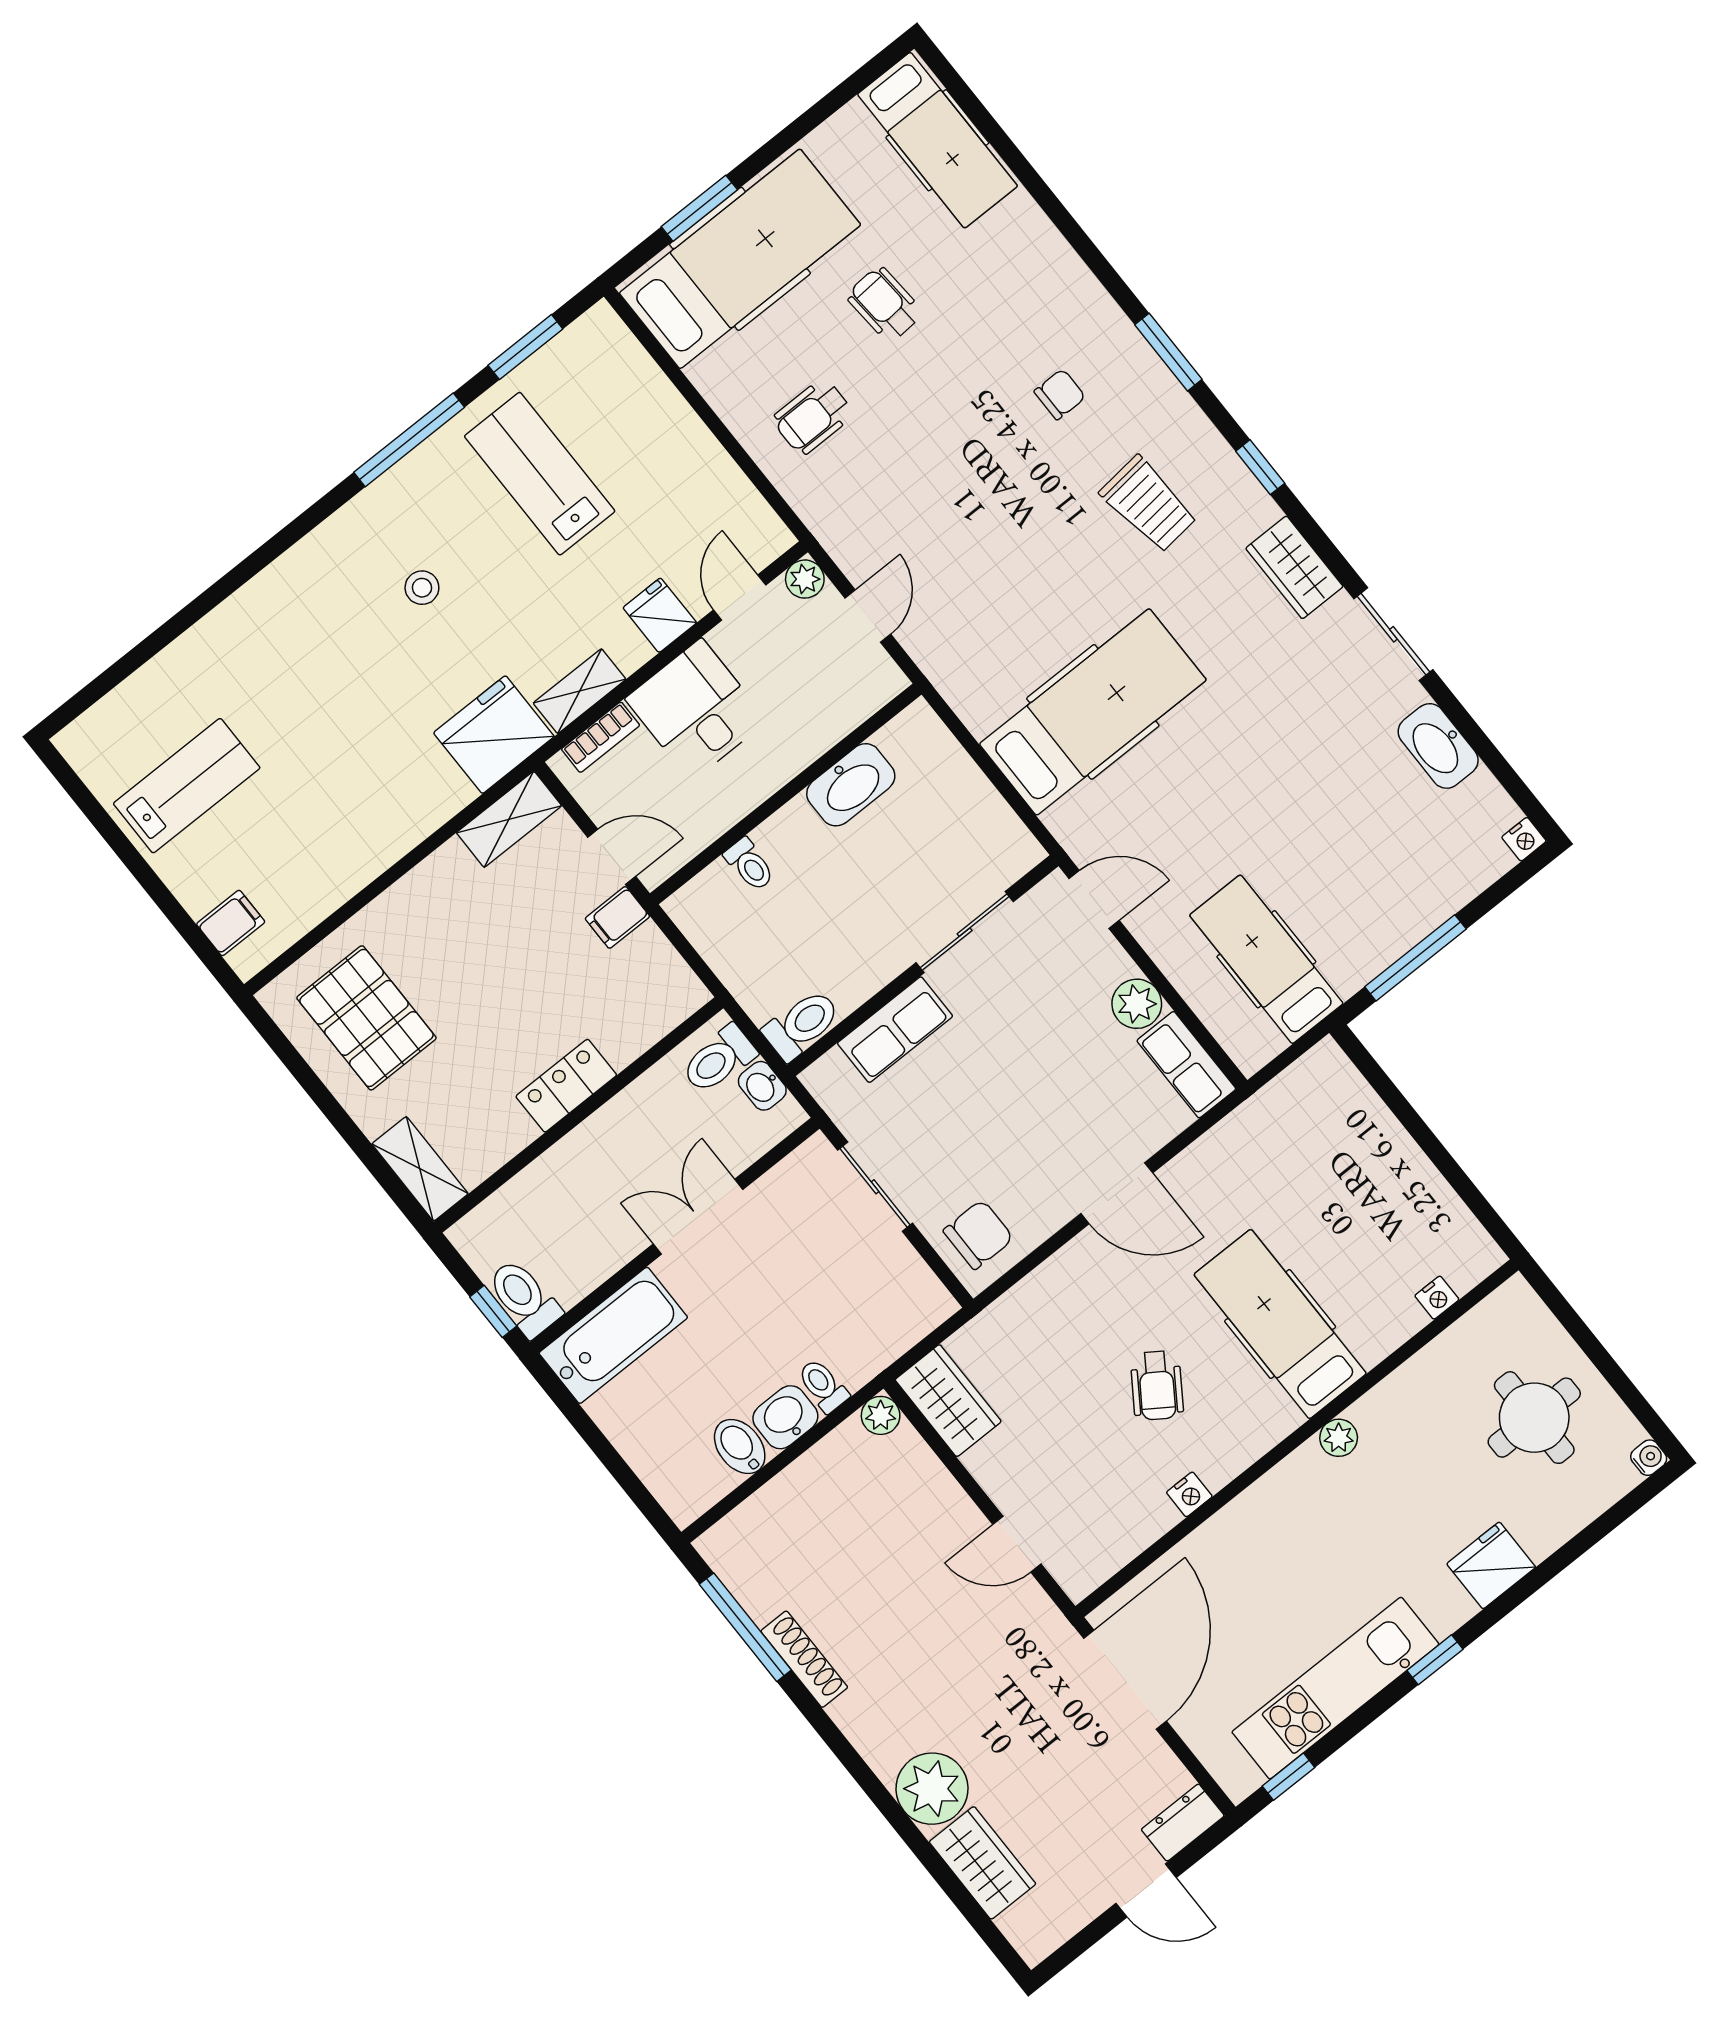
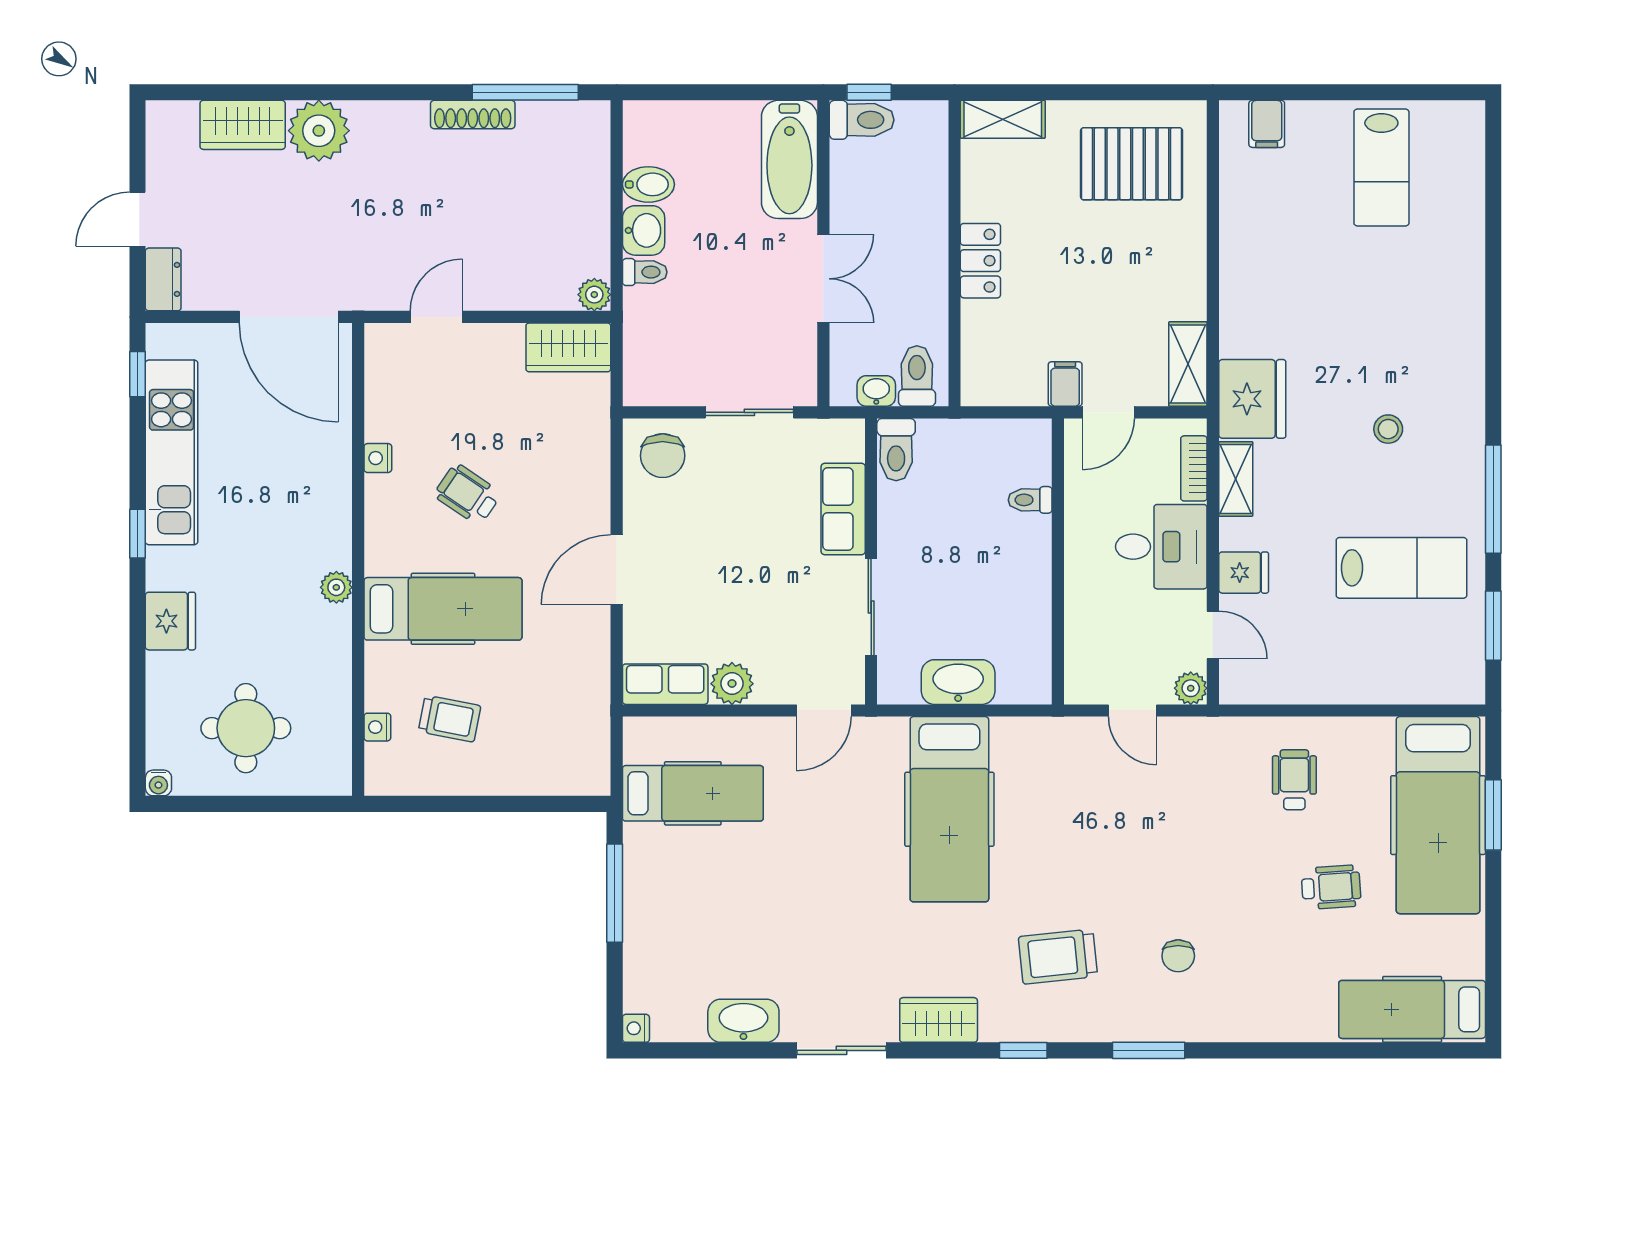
washbasin: (851, 785) -> (958, 682), moved, turned 90
trolley: (1376, 1237) -> (450, 719), added

